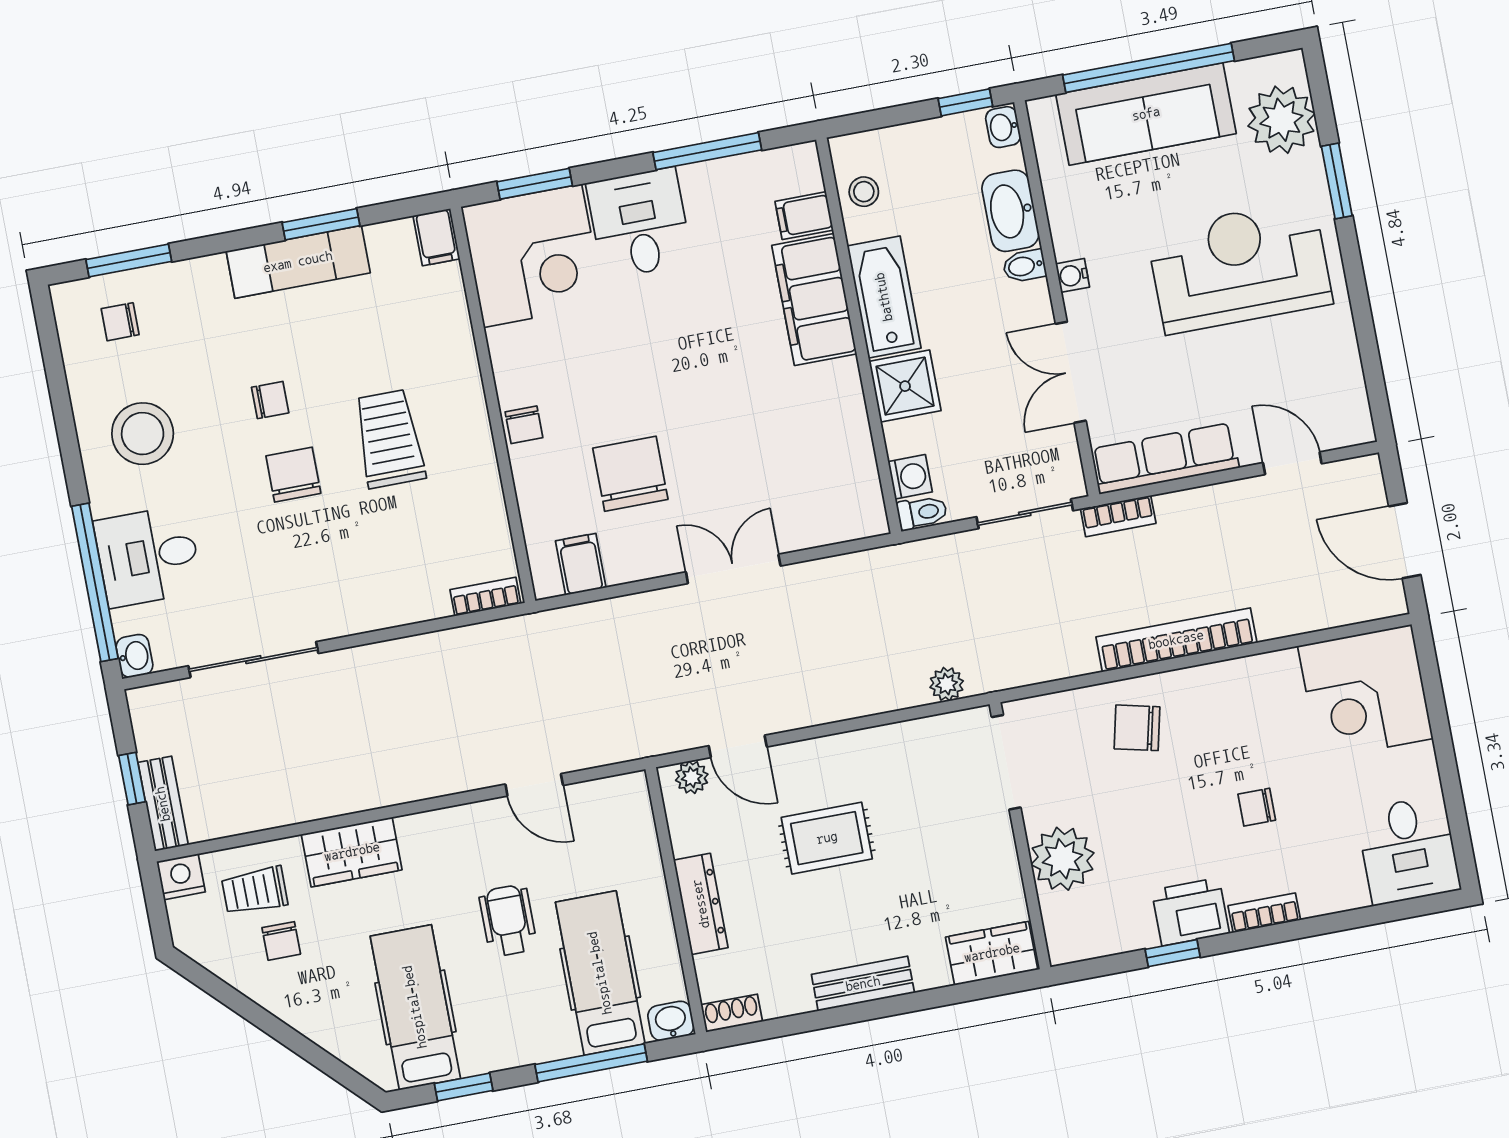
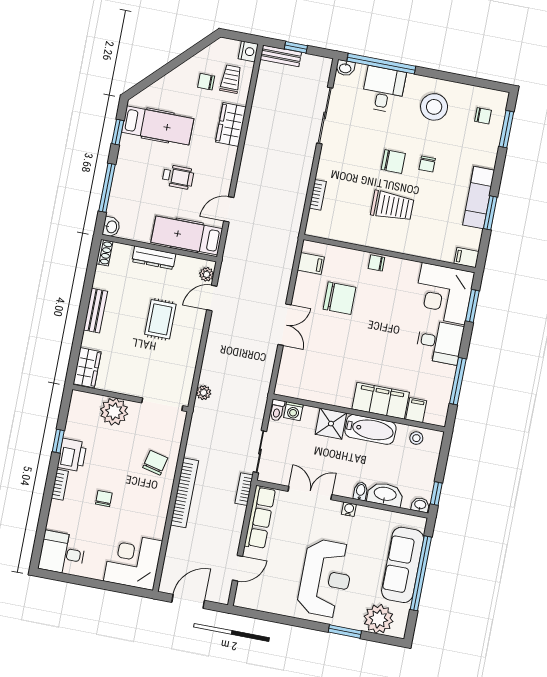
chair: (120, 322) -> (483, 116), turned 90
bookcase: (485, 597) -> (318, 195), moved
hospital bed: (600, 973) -> (187, 235), moved, turned 180

